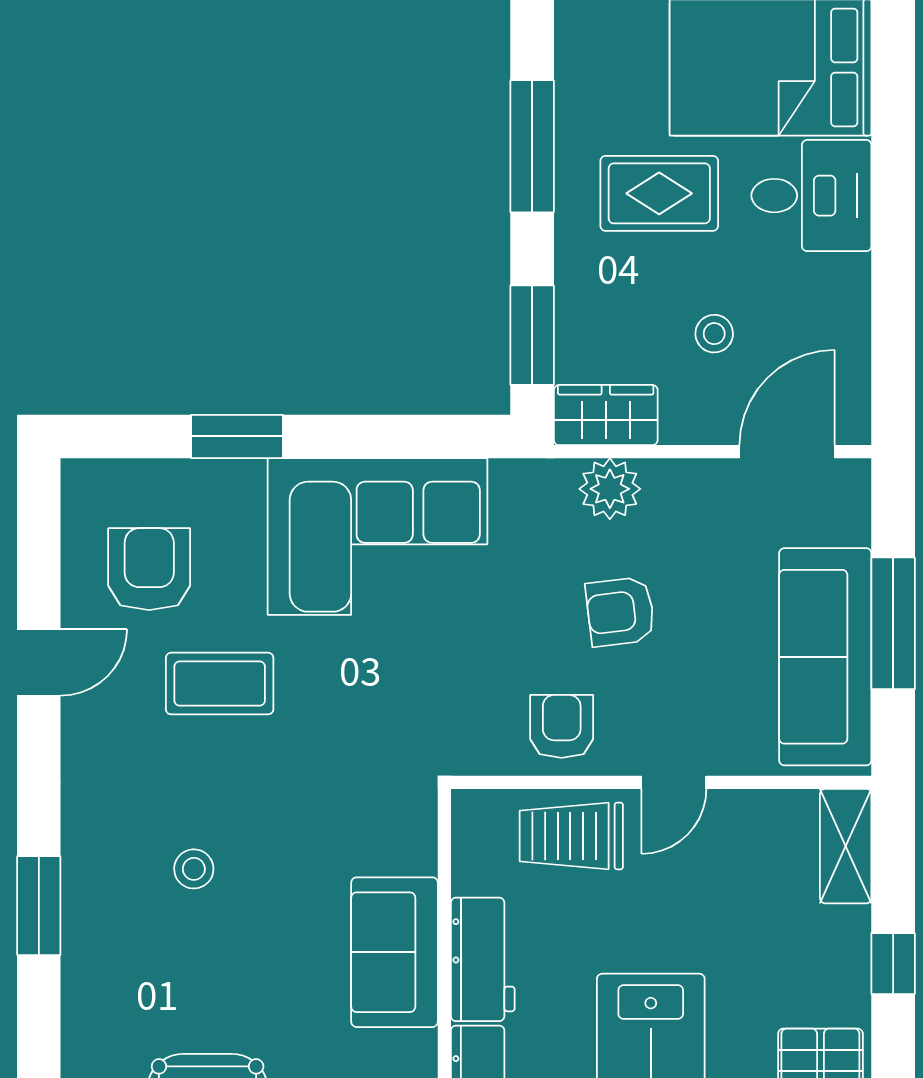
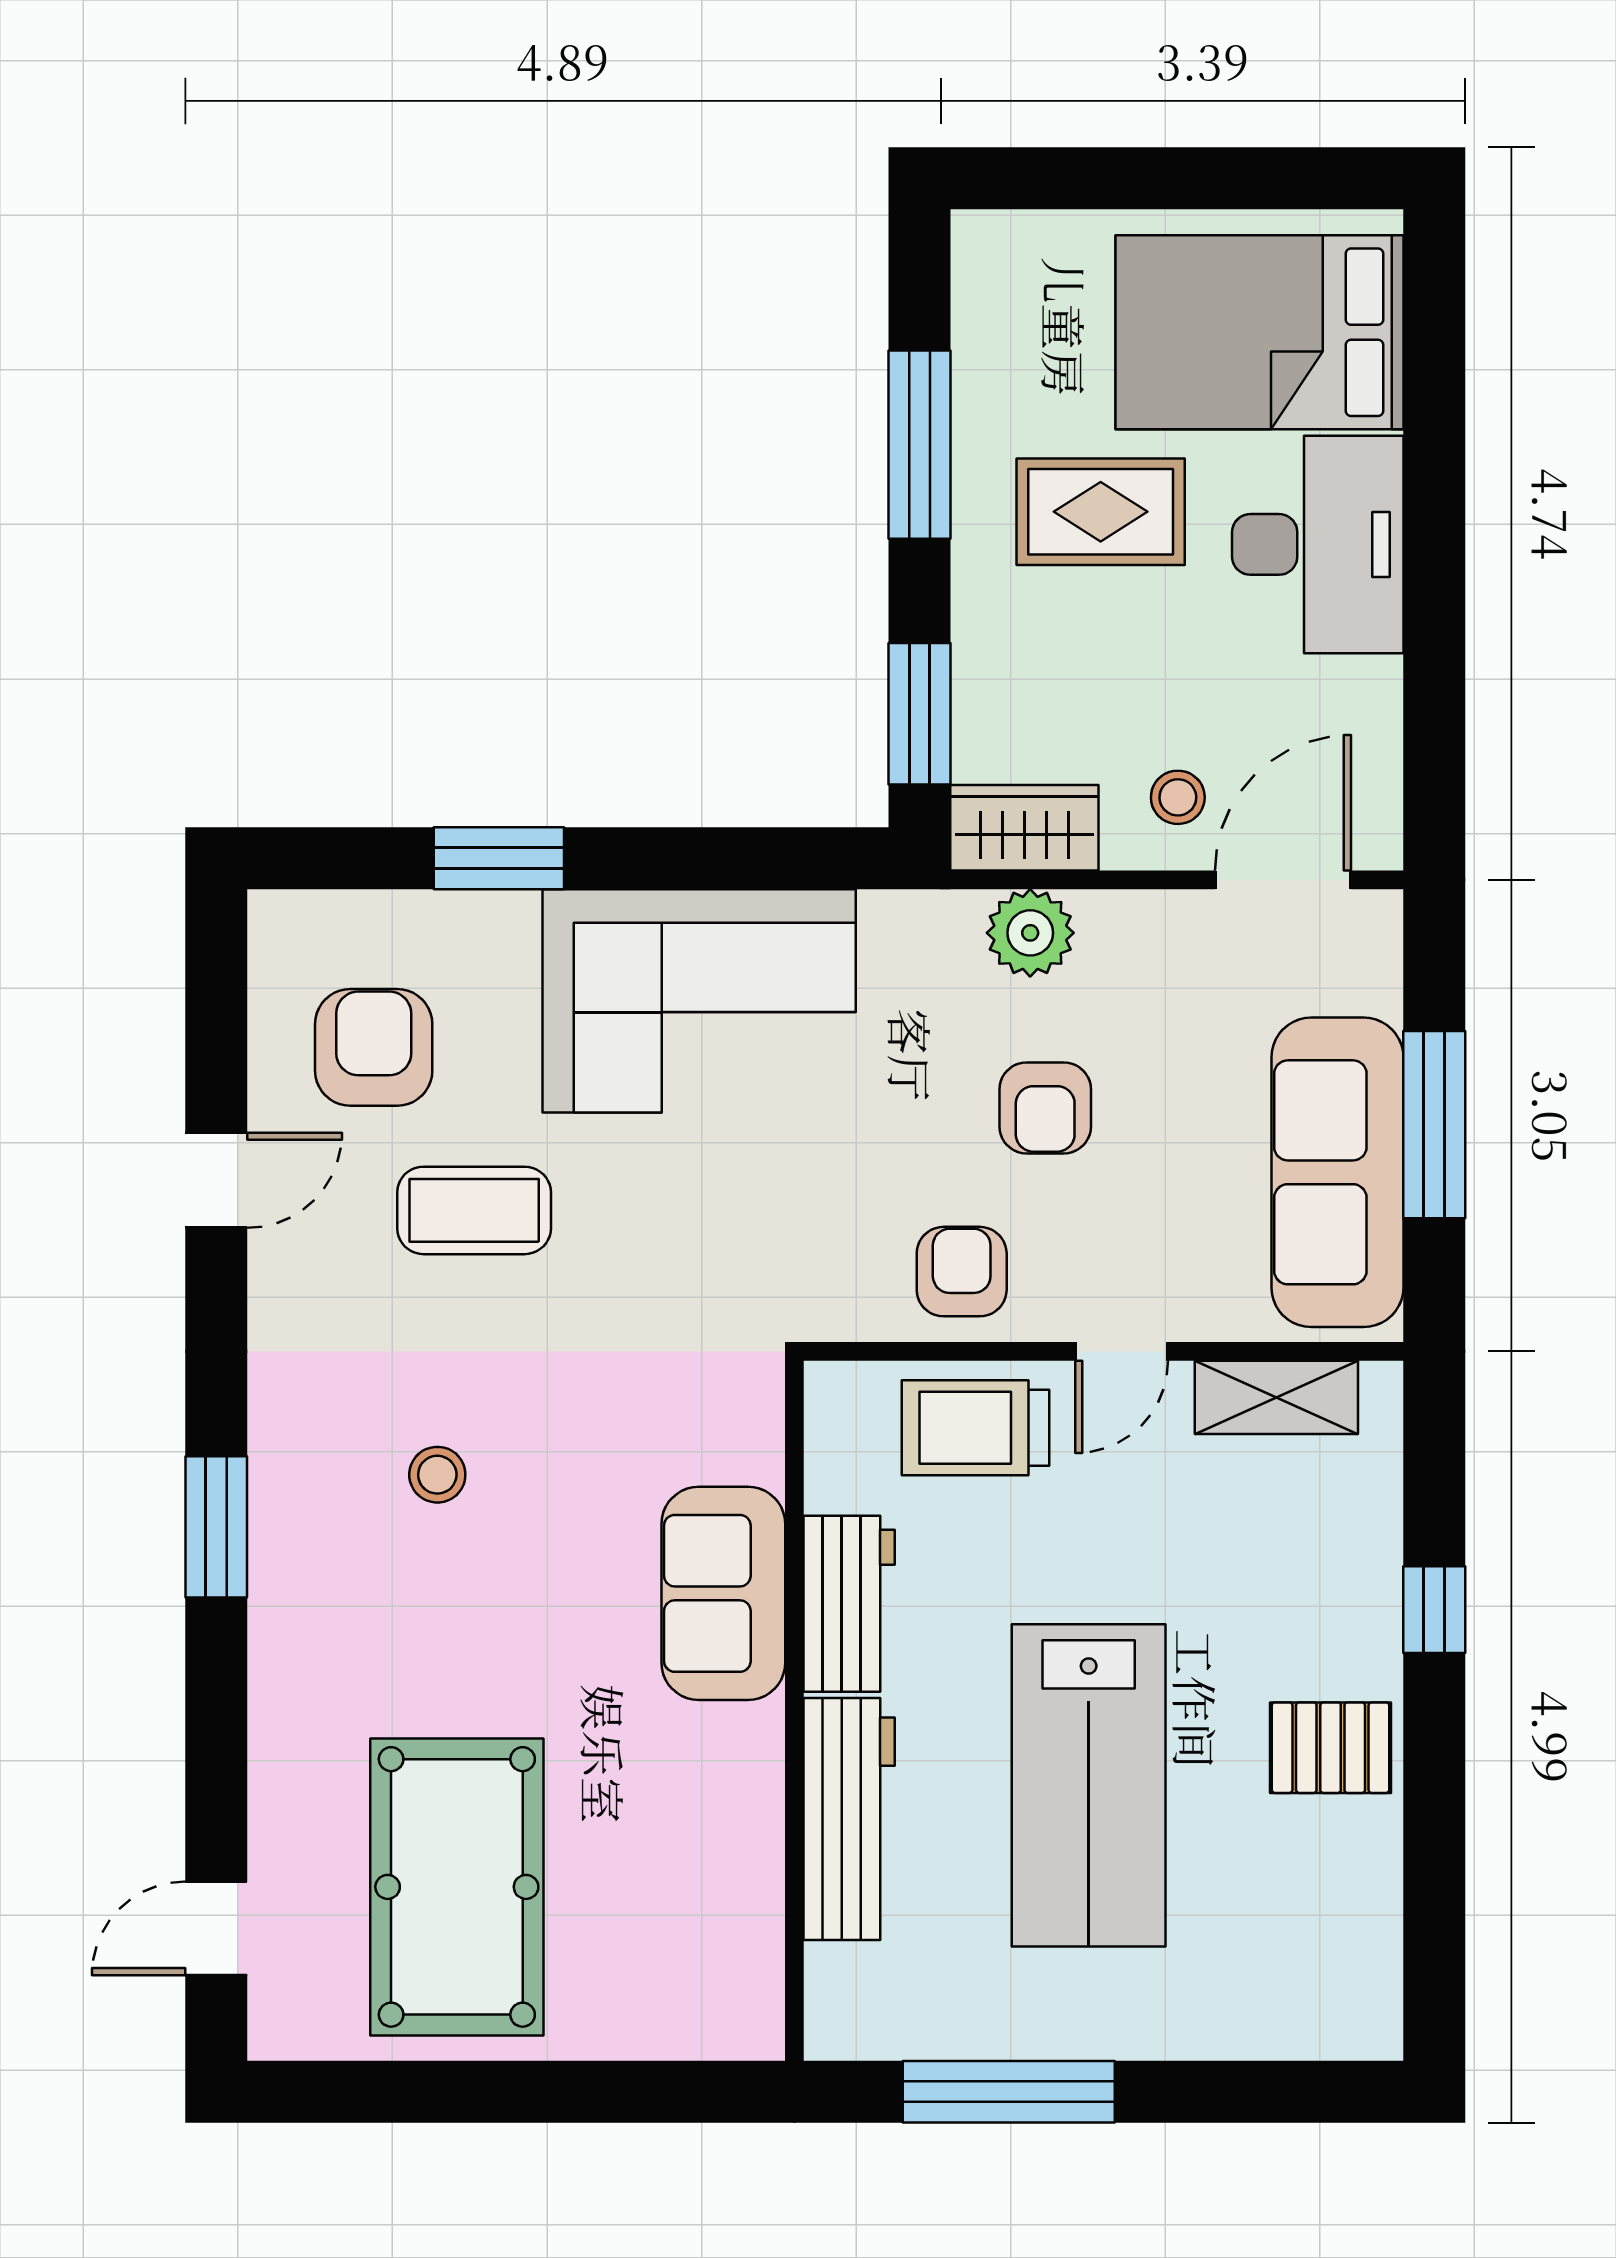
desk: (811, 196) -> (1318, 544), width x1.37
stool: (714, 334) -> (1178, 797), moved
armchair: (620, 612) -> (1045, 1108), turned -83
shelving: (846, 846) -> (1276, 1397), moved, turned 90

